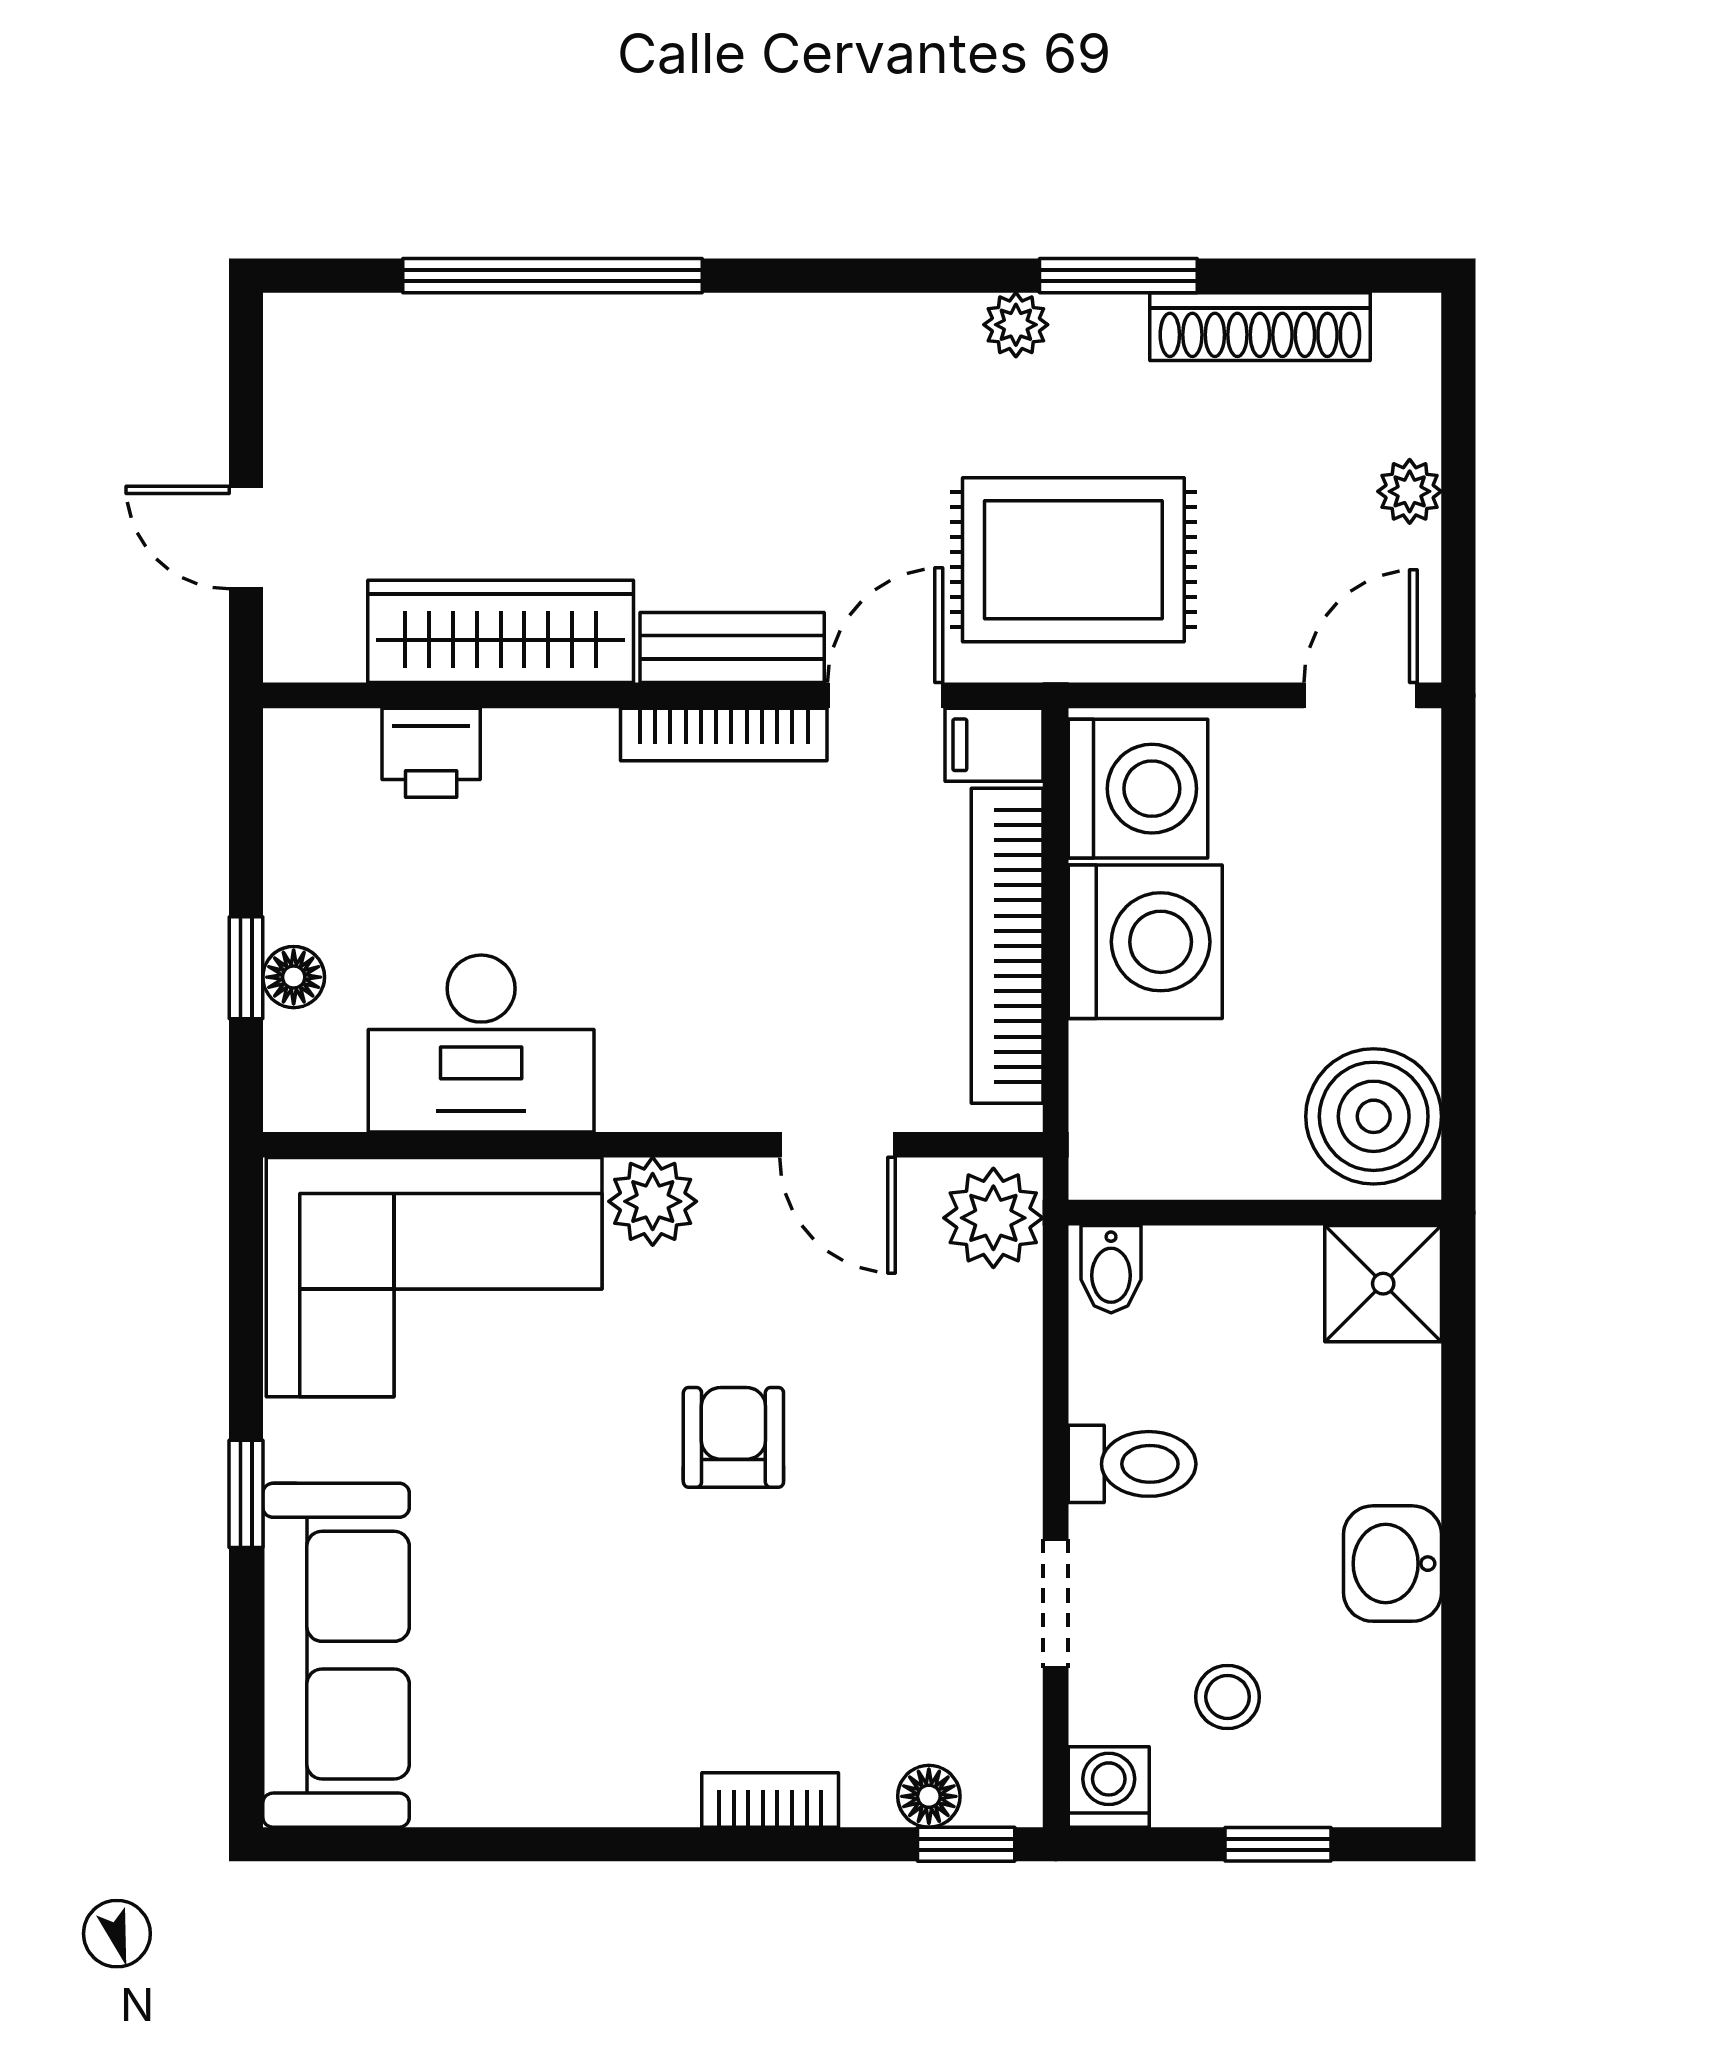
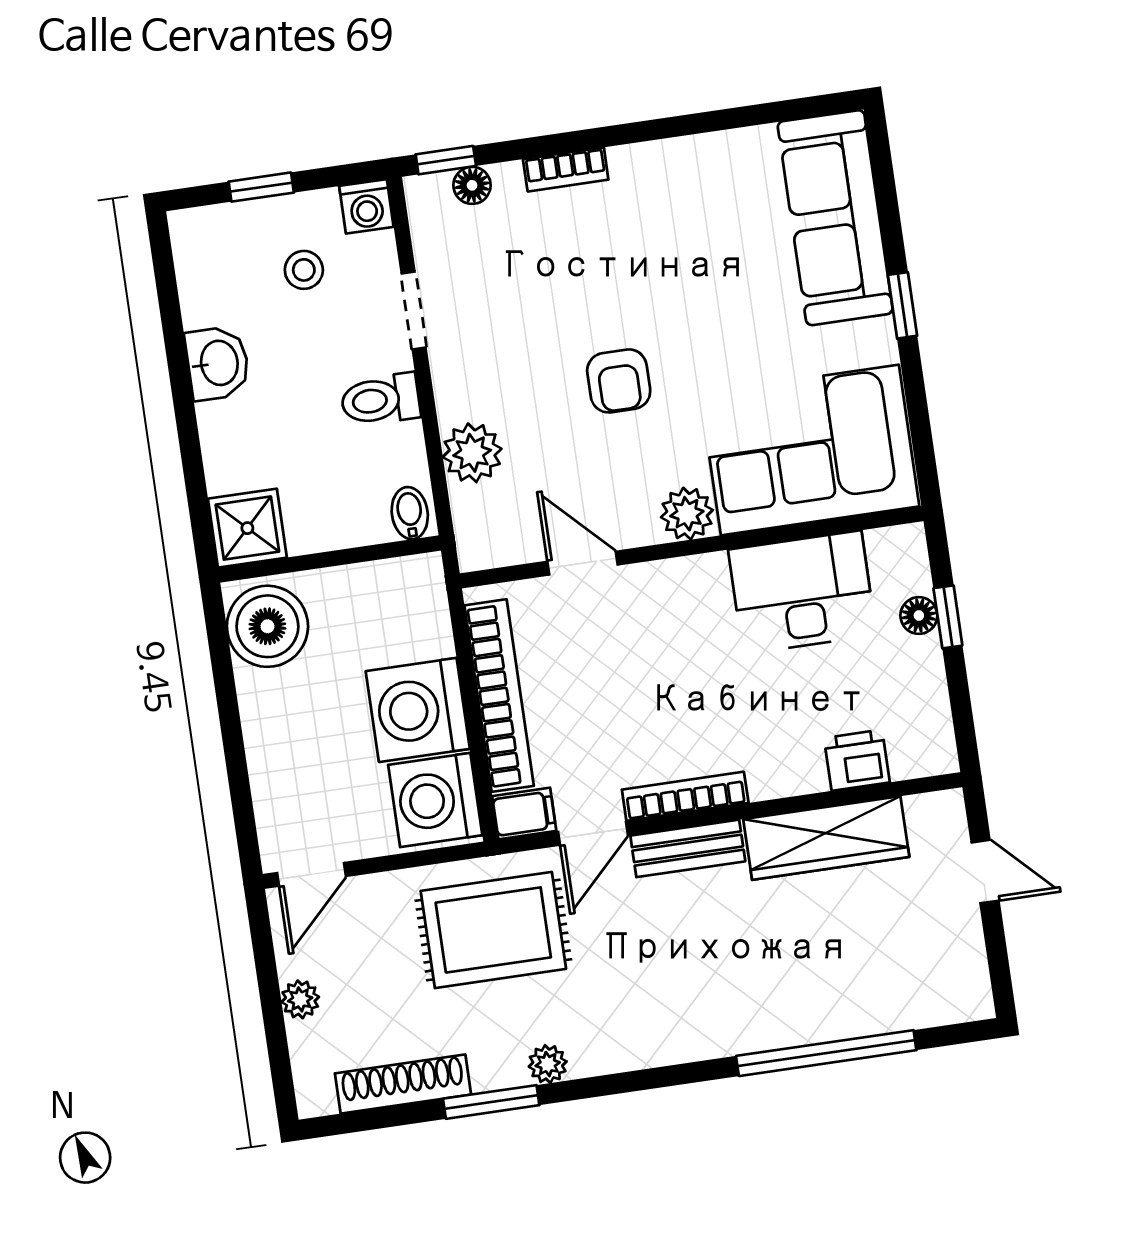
plant: (993, 1218) -> (472, 453), moved

